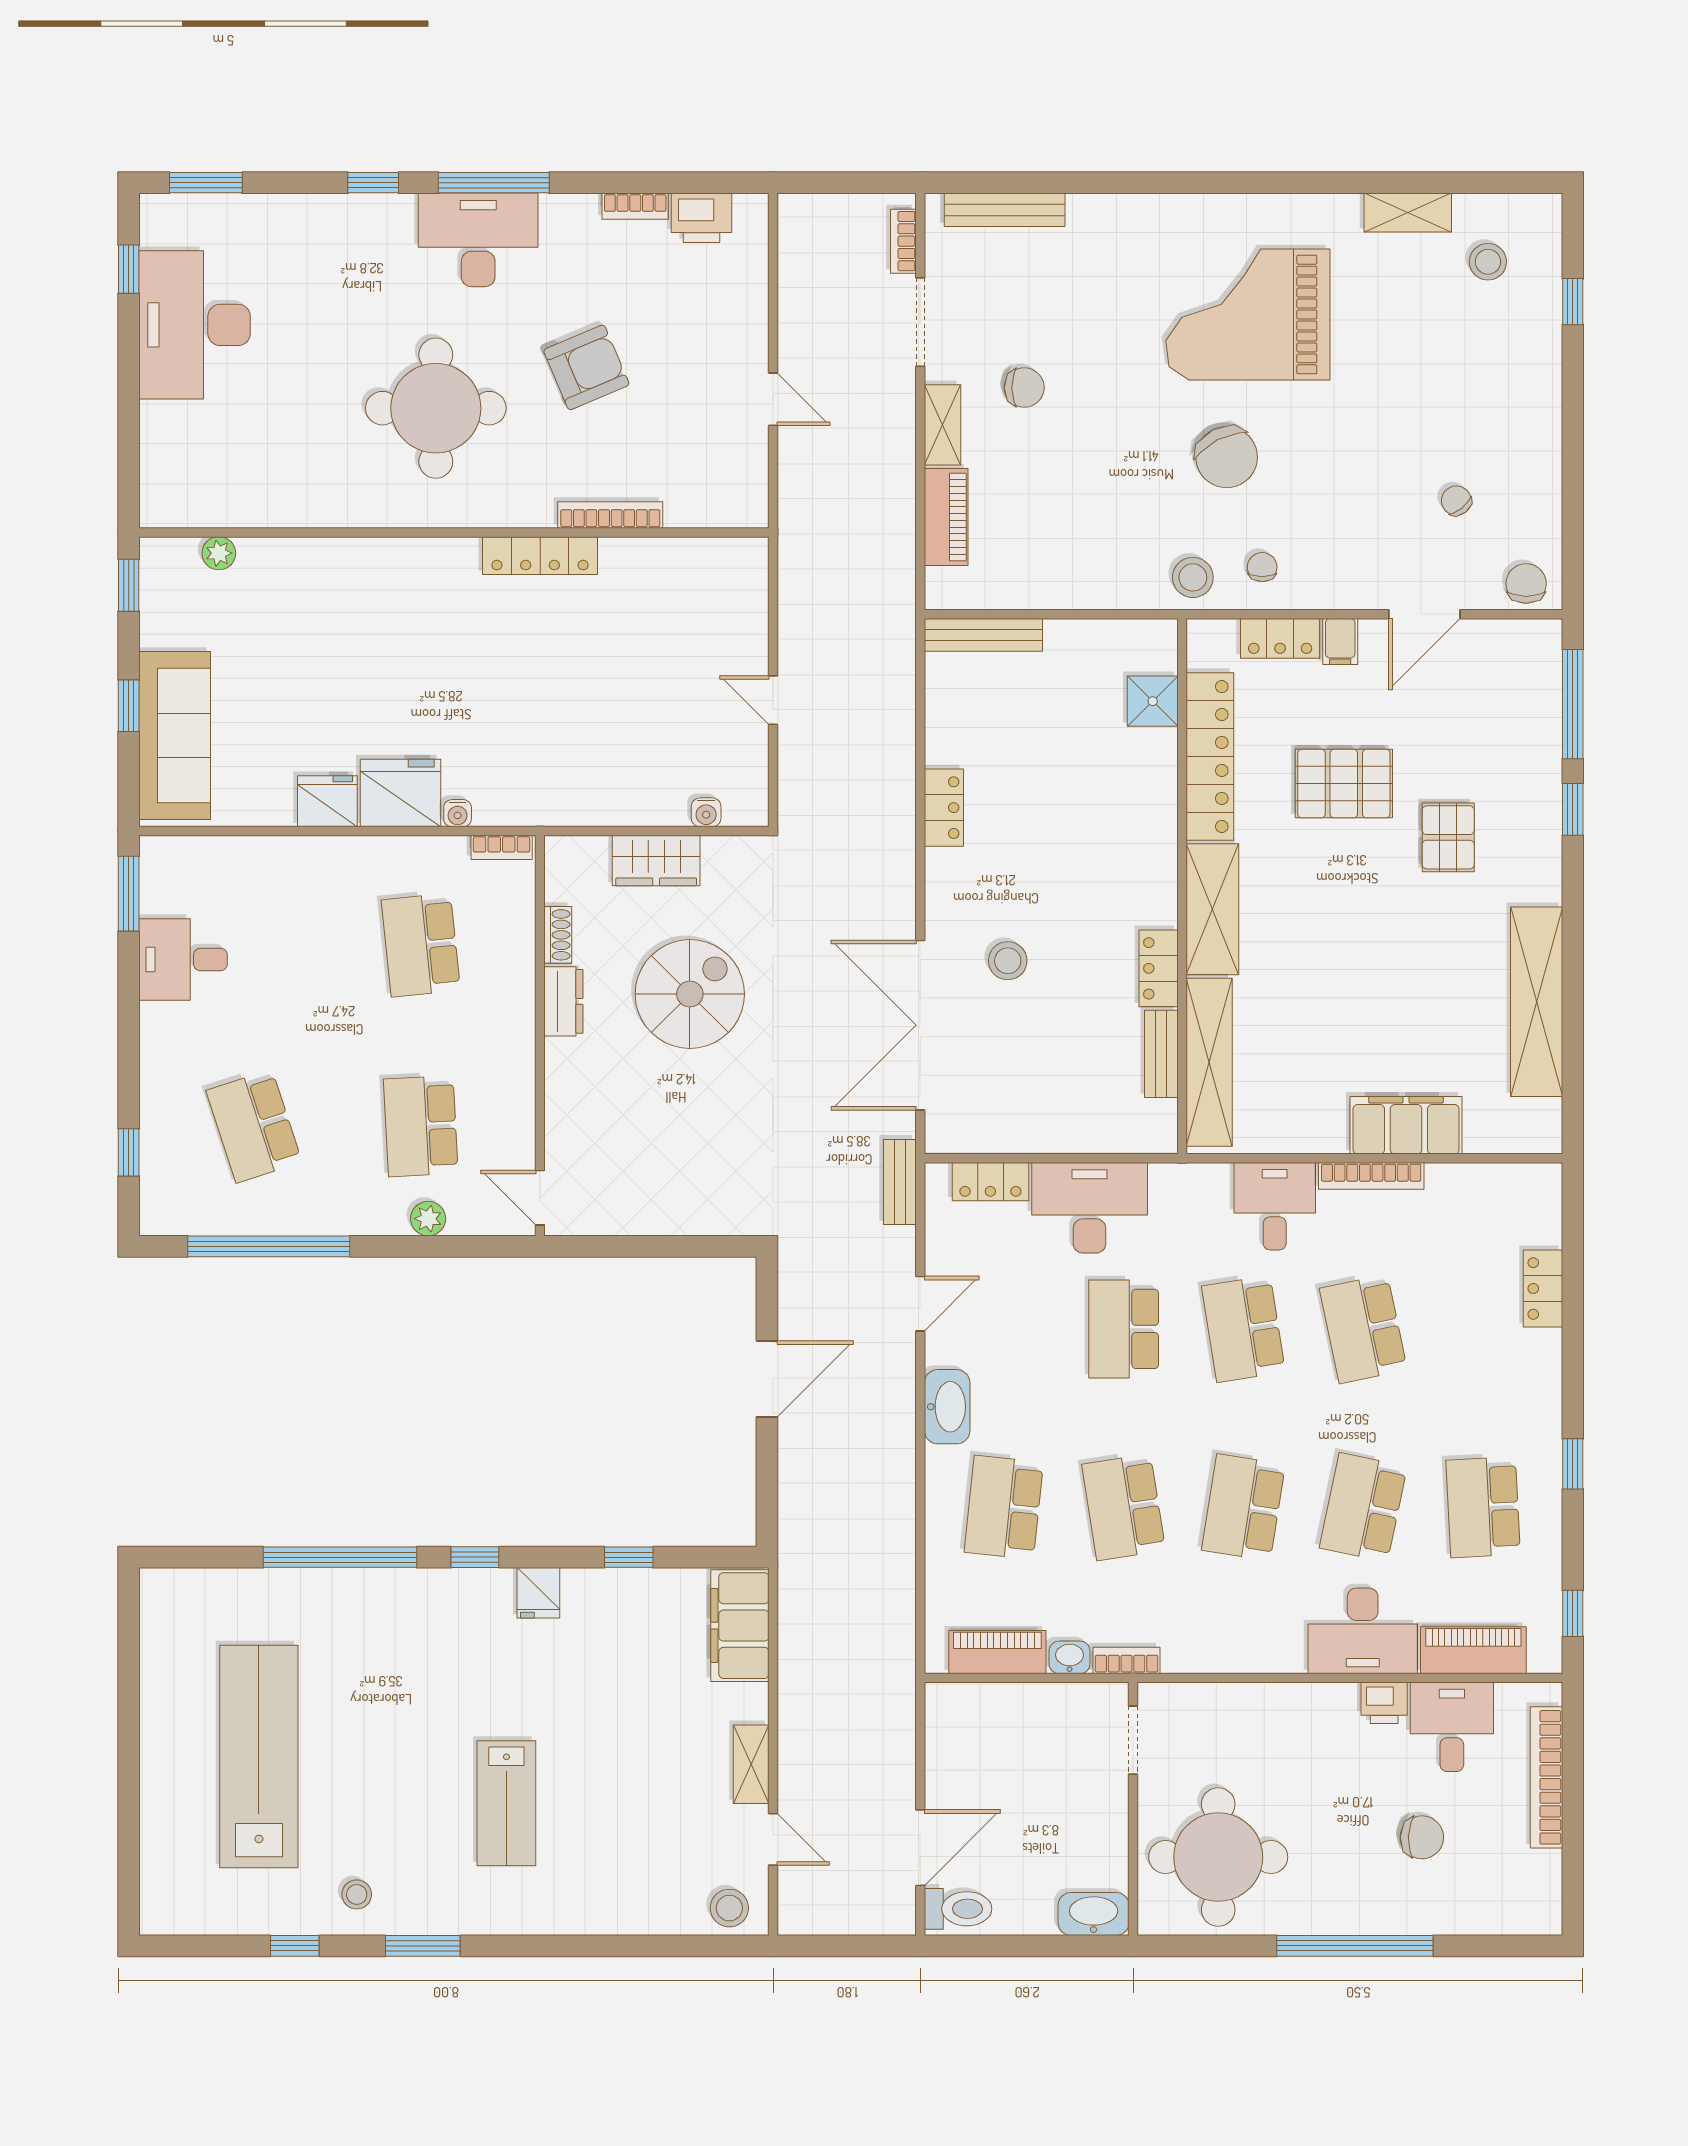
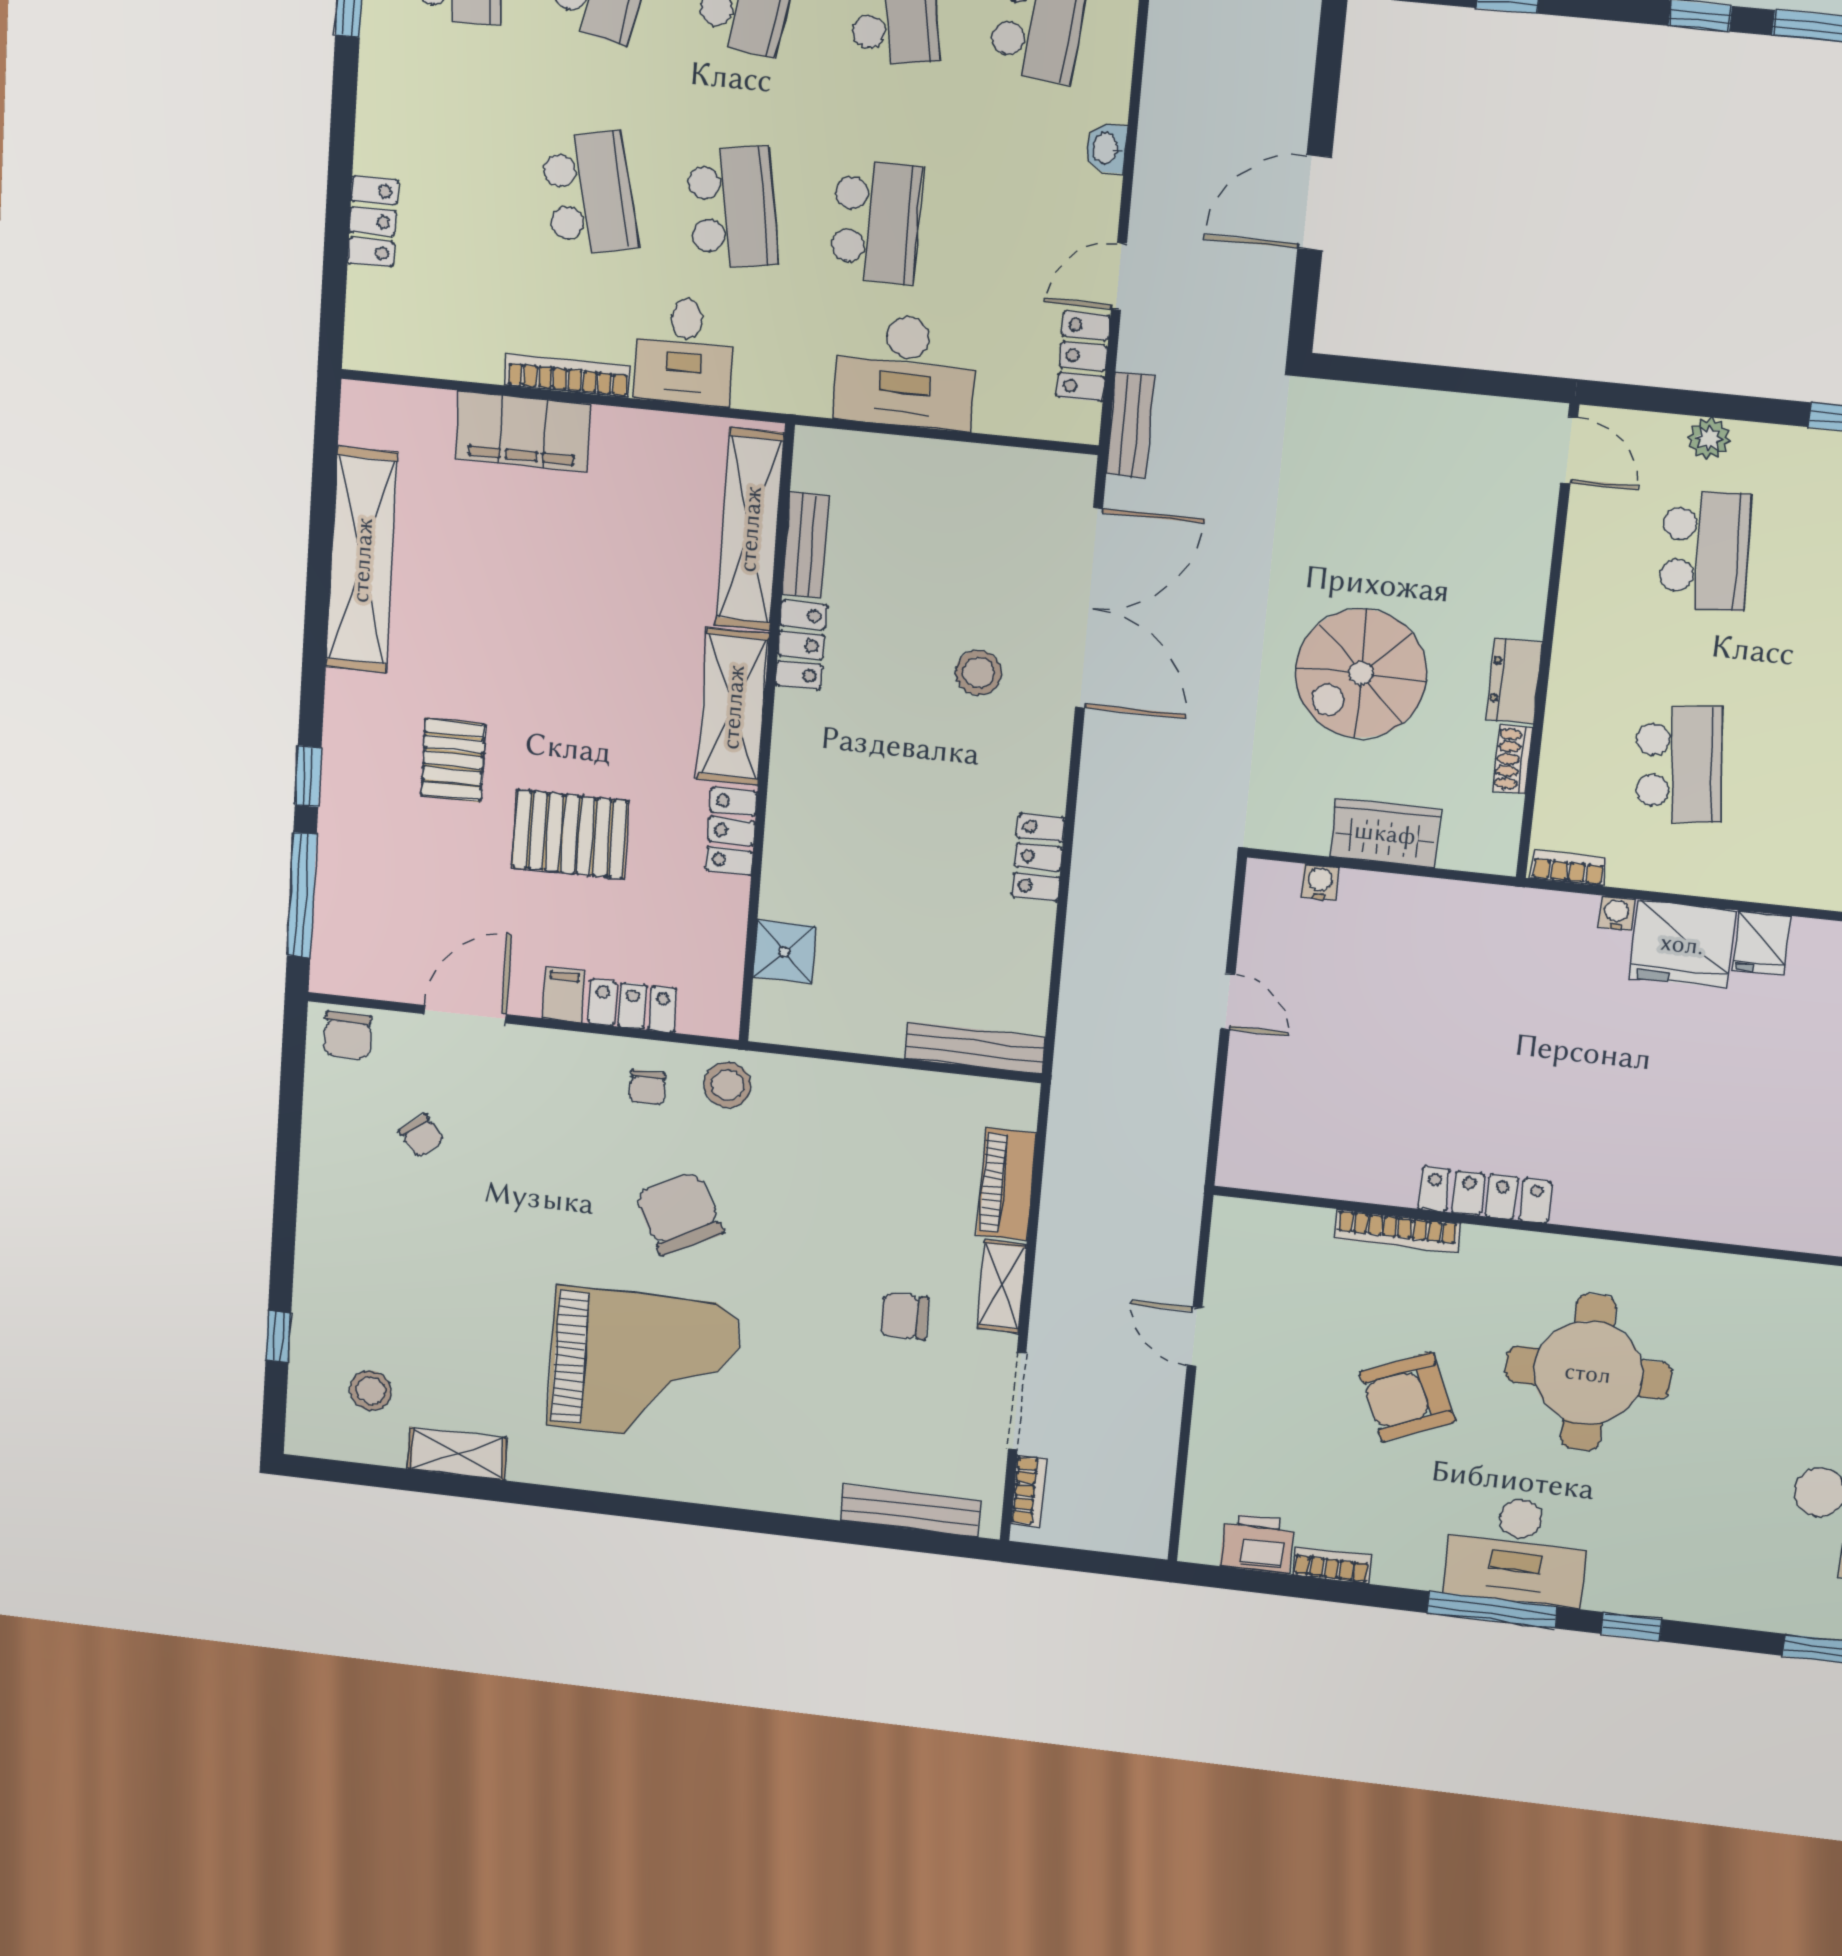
locker: (1210, 756) -> (731, 831), width x0.46, depth x0.83
fridge: (327, 801) -> (1762, 943), width x0.72
locker: (990, 1182) -> (1083, 356), moved, turned -90
washbasin: (947, 1407) -> (1106, 148), width x0.52, depth x0.69

